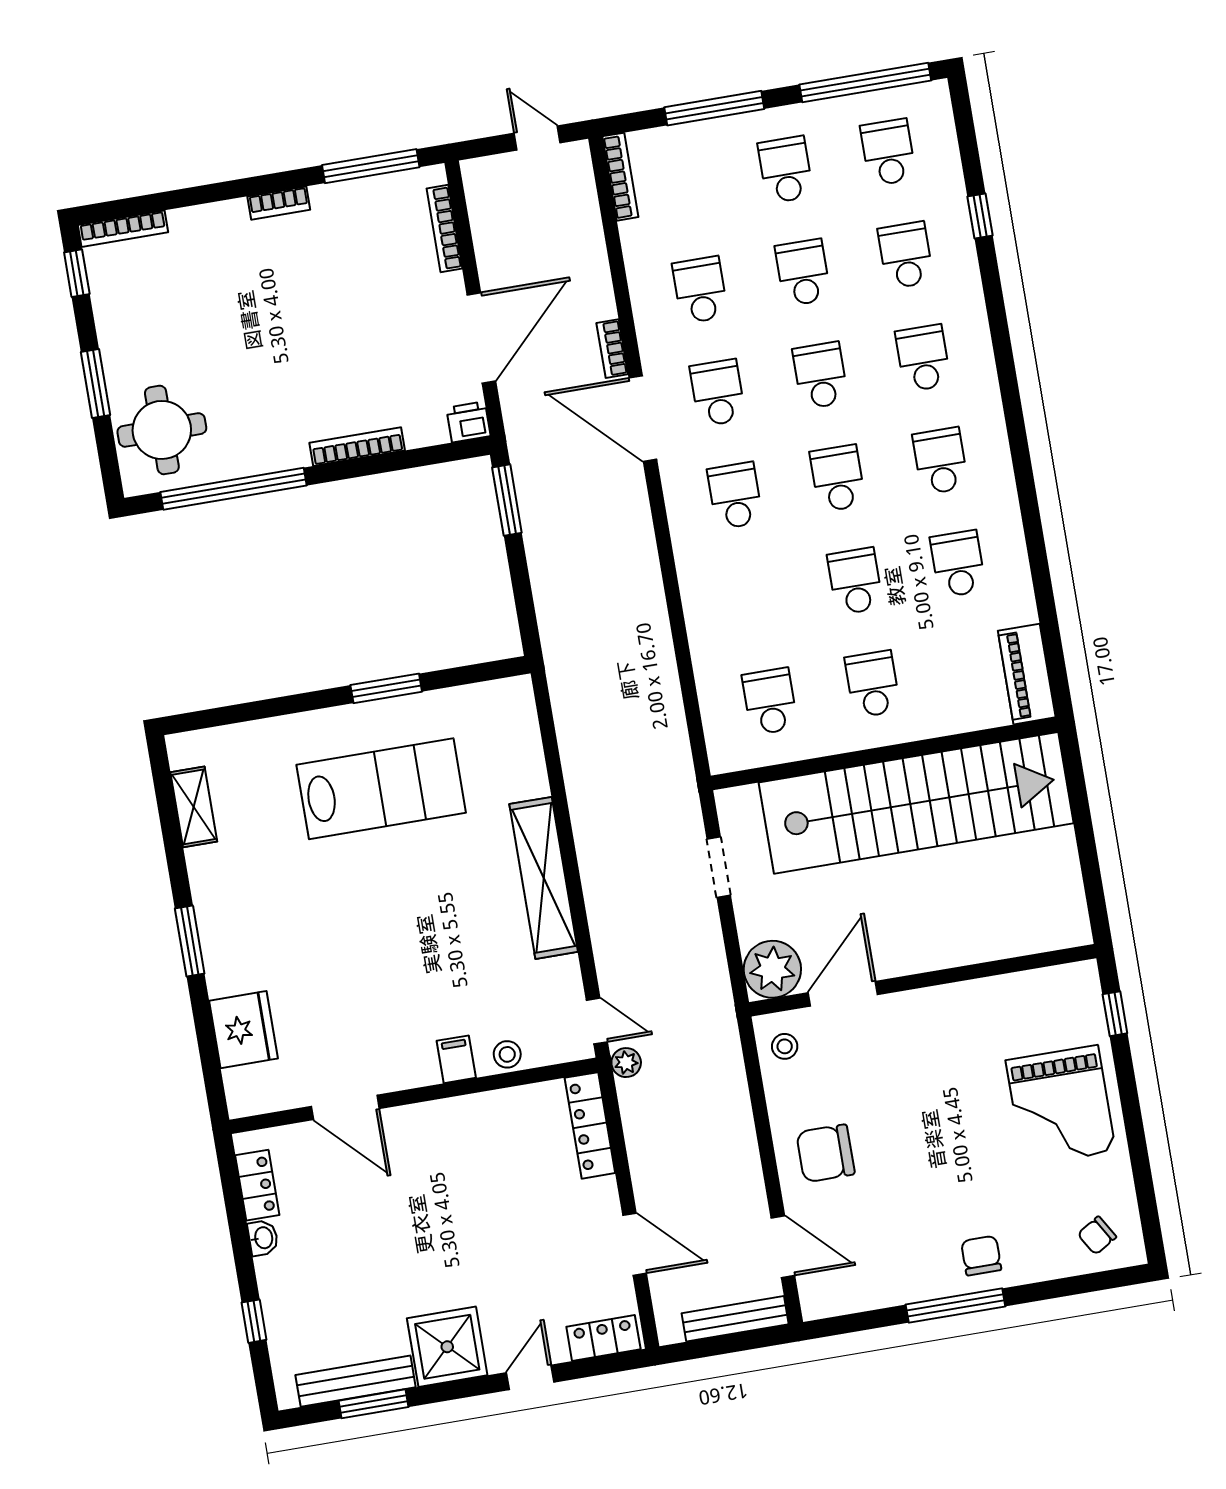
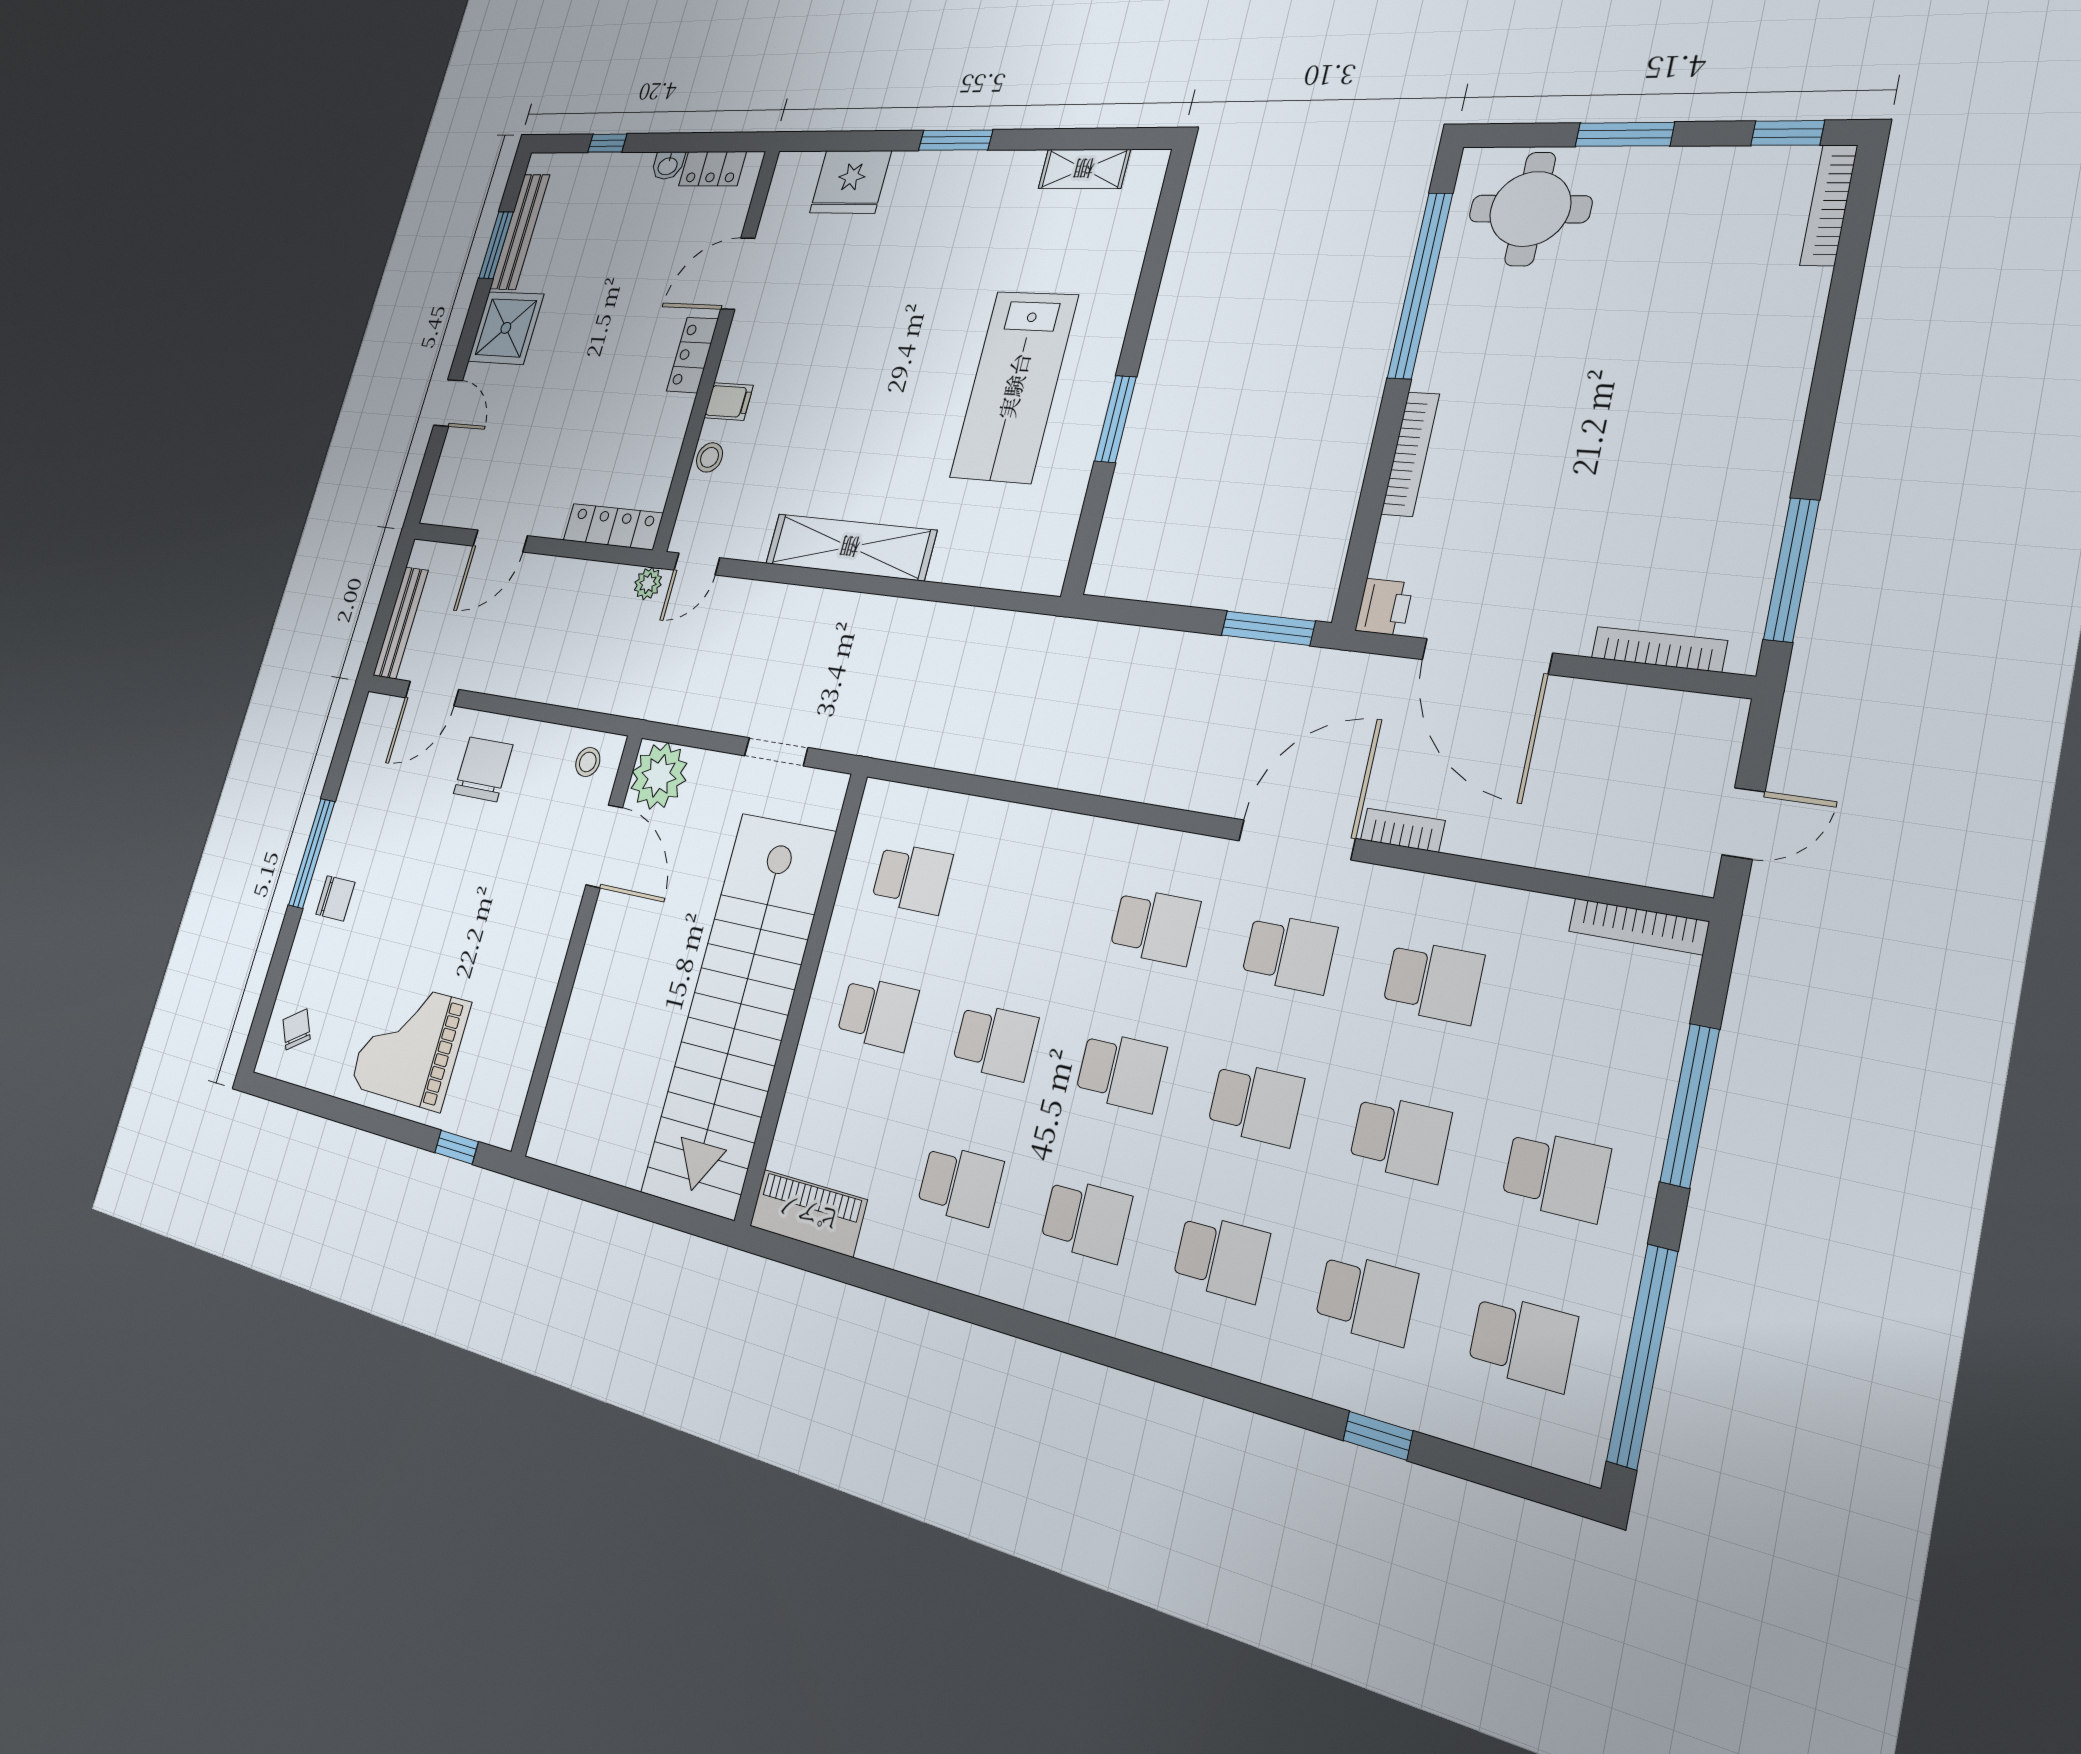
bookcase: (279, 203) -> (1785, 427), removed
locker: (603, 1338) -> (692, 355), moved, turned 180

